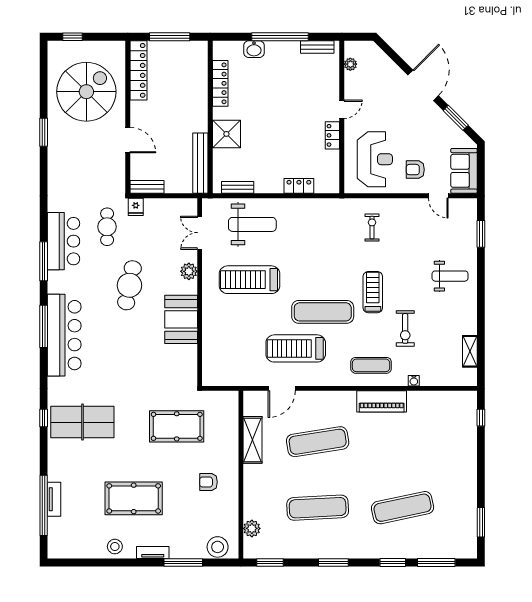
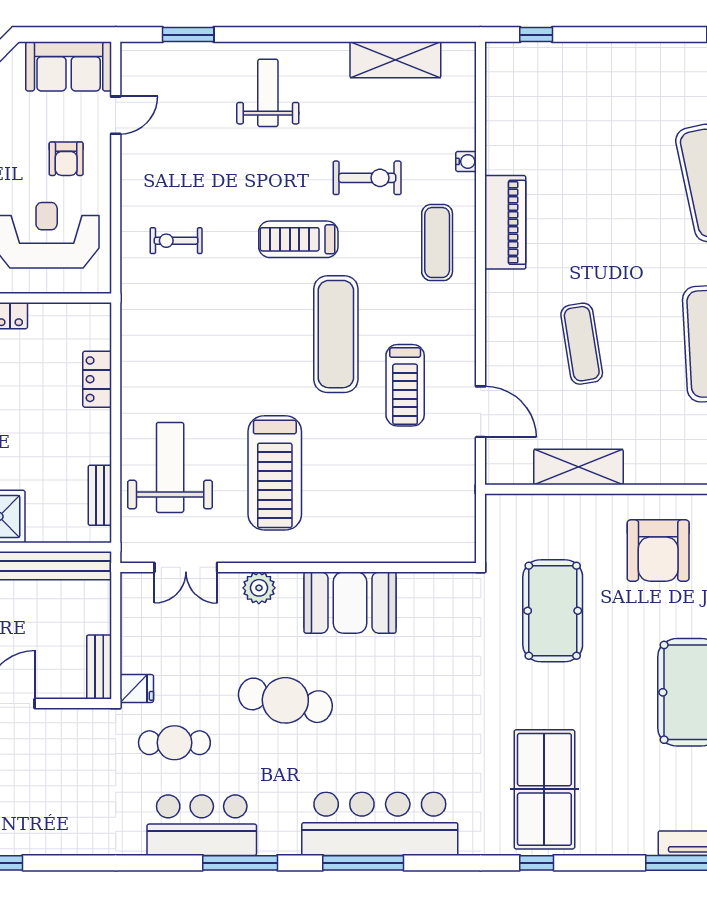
treadmill: (296, 348) -> (405, 385), width x0.73, depth x0.73
shelving: (470, 351) -> (395, 60), width x1.50, depth x1.33
exercise mat: (318, 442) -> (582, 344), width x0.73, depth x0.69
armchair: (208, 482) -> (658, 551), width x1.88, depth x1.88

